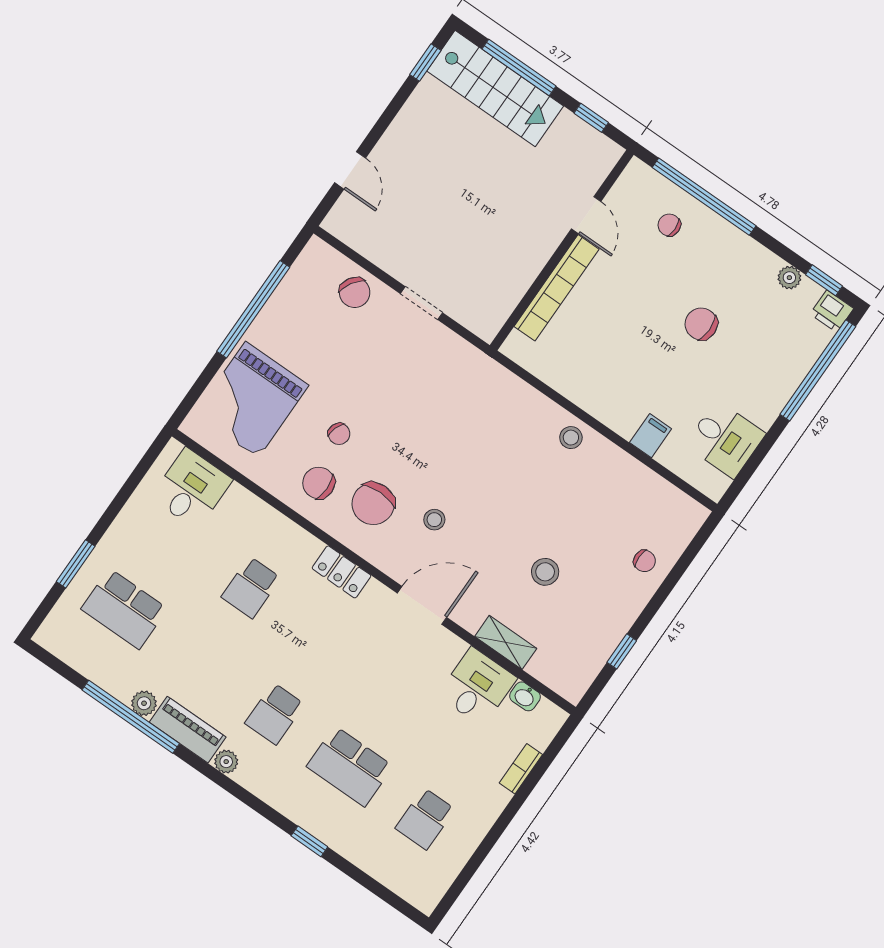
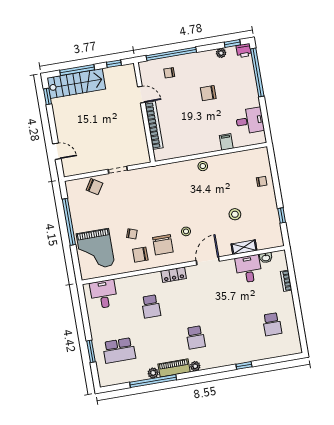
school desk: (350, 766) -> (234, 331), removed

